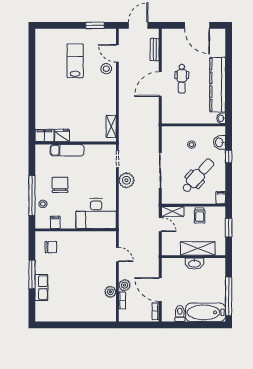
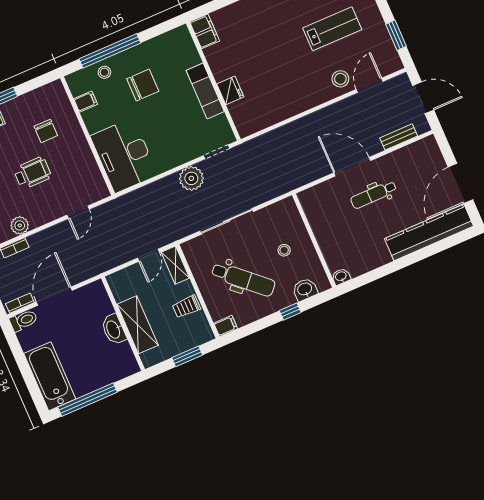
kitchen counter: (218, 85) -> (429, 232), moved
shelving: (111, 126) -> (260, 122), removed
fridge: (62, 135) -> (230, 90), moved
exam couch: (67, 150) -> (205, 91), moved
chair: (51, 247) -> (46, 131), moved
wheelchair: (83, 271) -> (33, 173), added
plant: (125, 285) -> (38, 242), removed
toilet: (180, 314) -> (24, 320), moved

